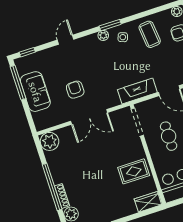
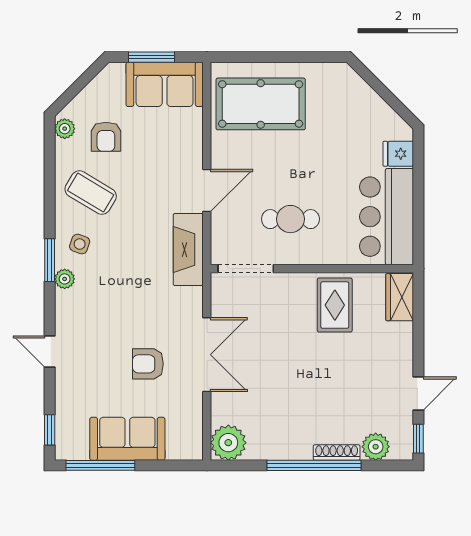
coffee table: (150, 34) -> (91, 193), turned 37

